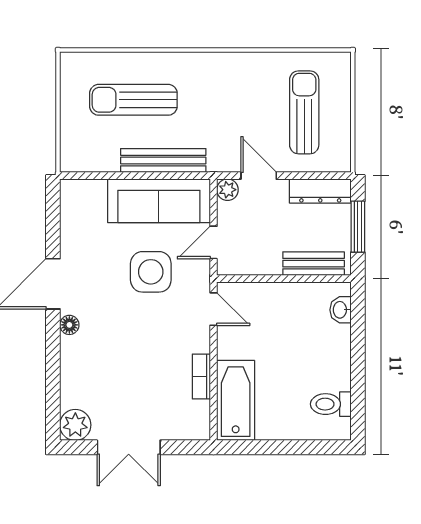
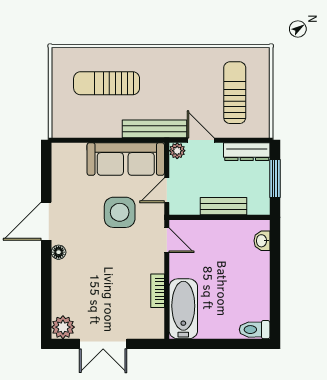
bench: (163, 161) -> (155, 129), moved
bench: (314, 264) -> (223, 206), moved
toilet: (331, 404) -> (255, 330), moved

